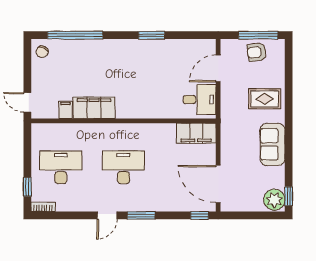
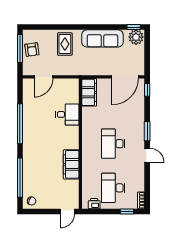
window: (152, 35) -> (20, 124), width x2.11
door: (218, 68) -> (43, 77), hinge flipped
desk: (199, 100) -> (67, 114), moved, turned 90
filing cabinet: (65, 110) -> (73, 185), removed
printer: (38, 140) -> (94, 204), added
sofa: (272, 144) -> (102, 38), width x1.36

